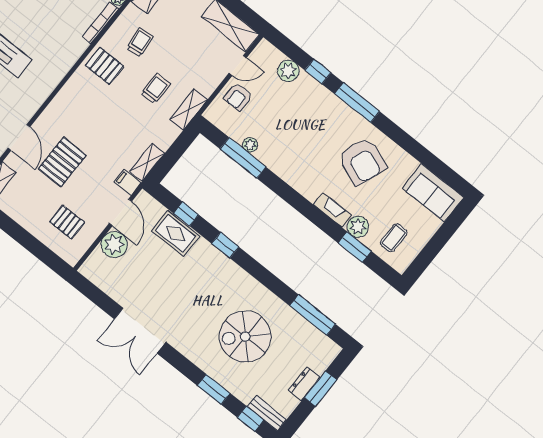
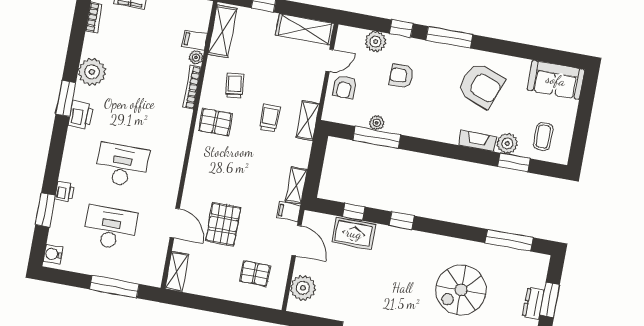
armchair: (295, 114) -> (402, 76), added
plant: (114, 245) -> (303, 288), moved

